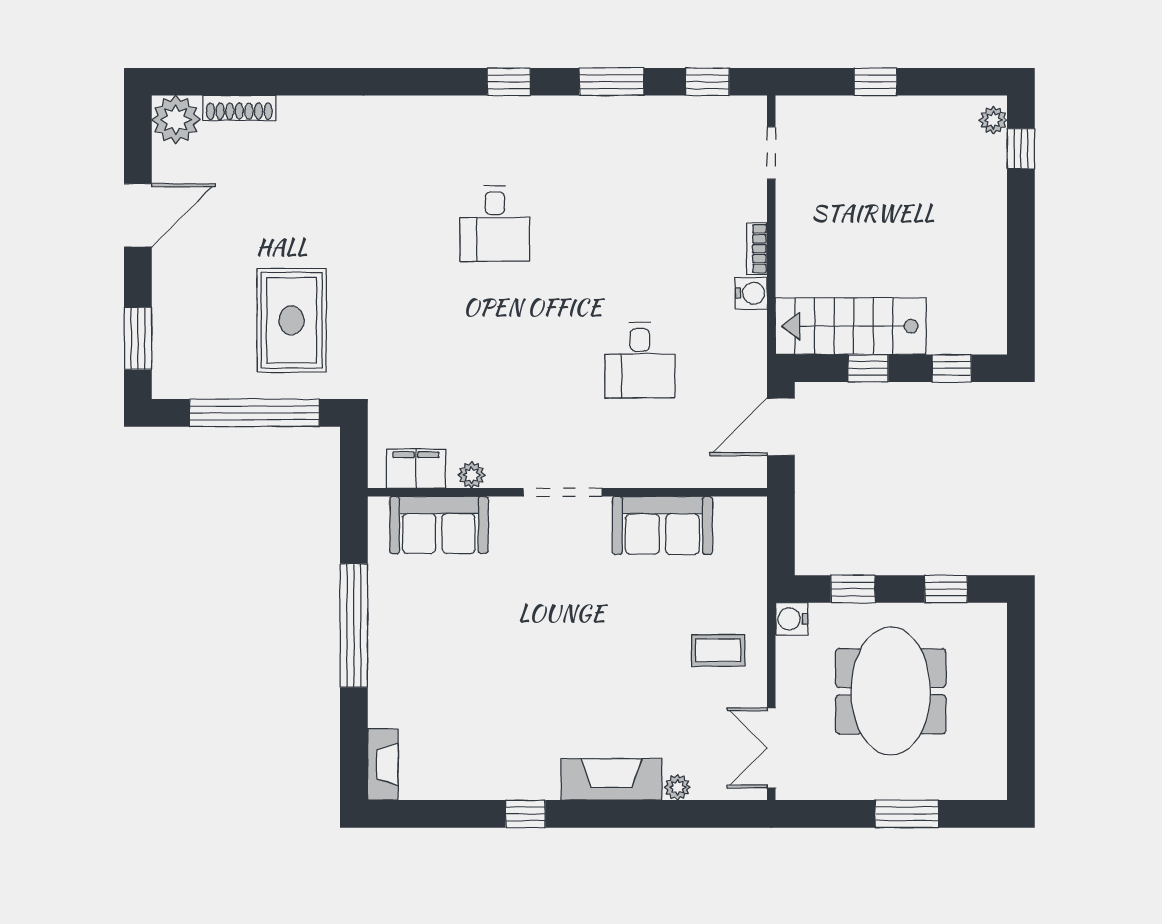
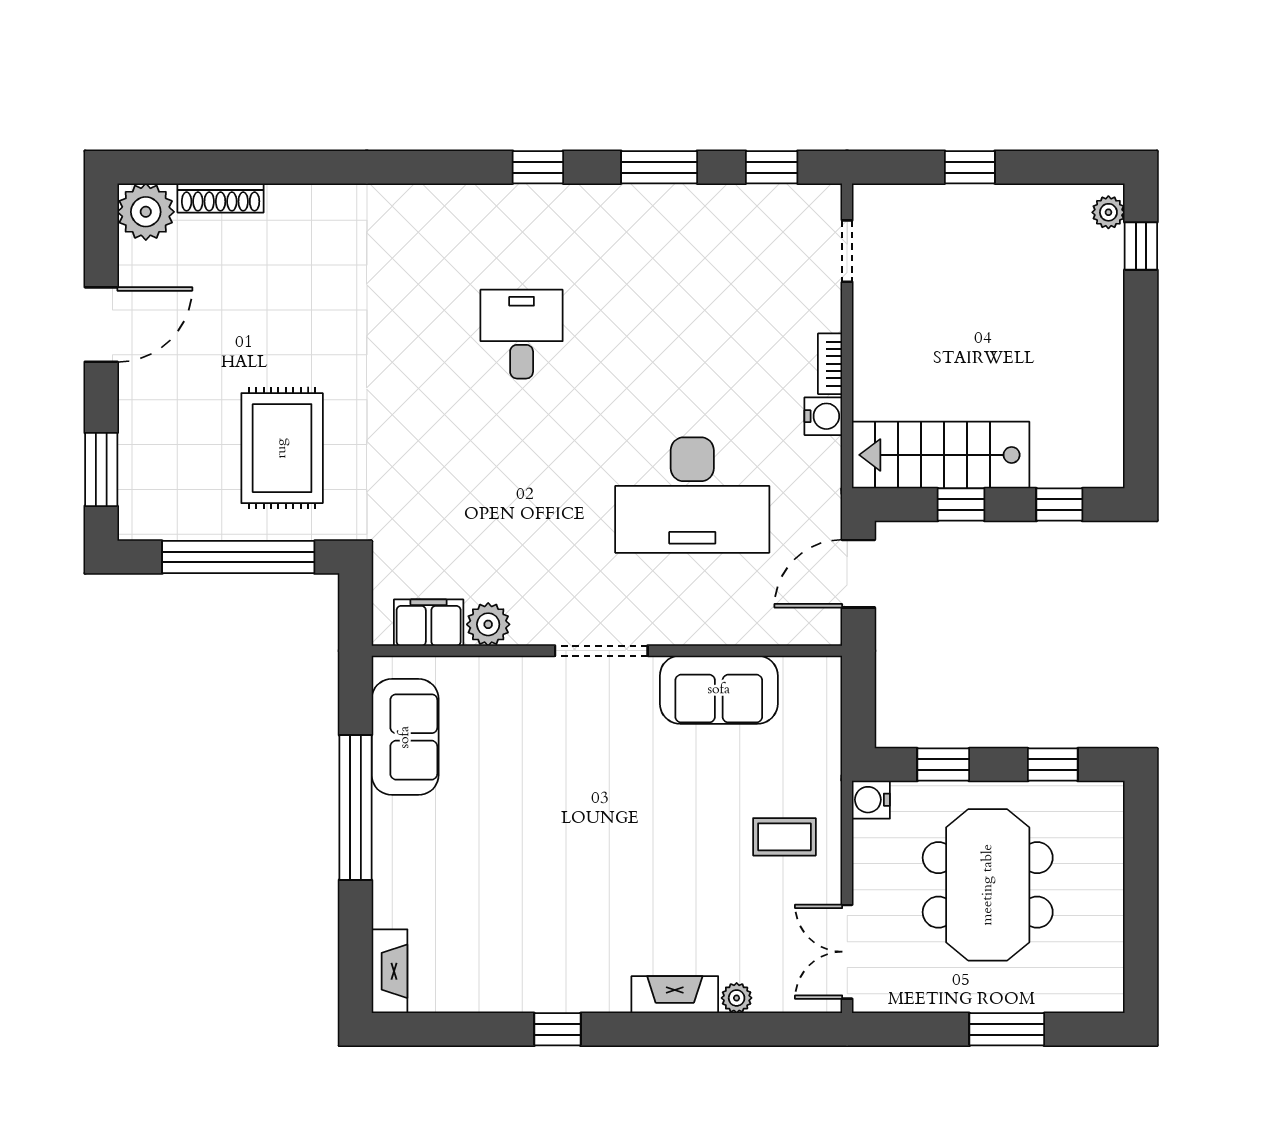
desk: (495, 224) -> (522, 334), turned 180
desk: (640, 360) -> (692, 495), width x1.87, depth x1.30
plant: (472, 475) -> (488, 624), width x1.38, depth x1.38
sofa: (439, 525) -> (405, 737), moved, turned -90
fireplace: (611, 779) -> (675, 995), width x0.73, depth x0.76

